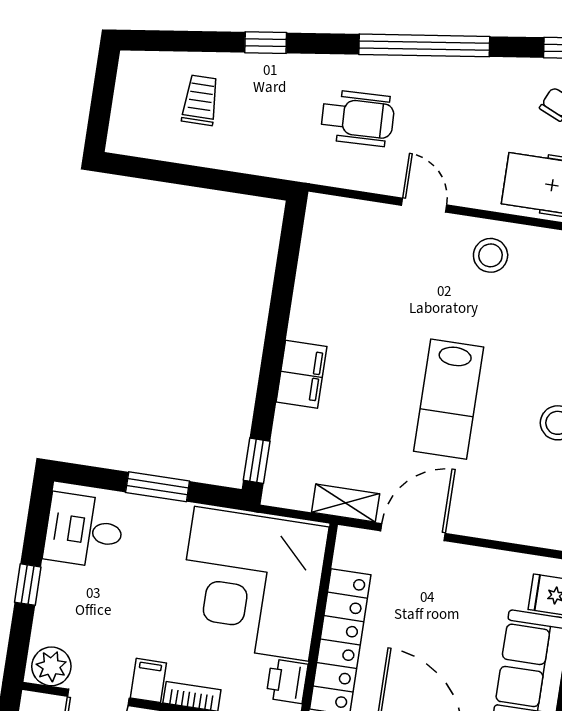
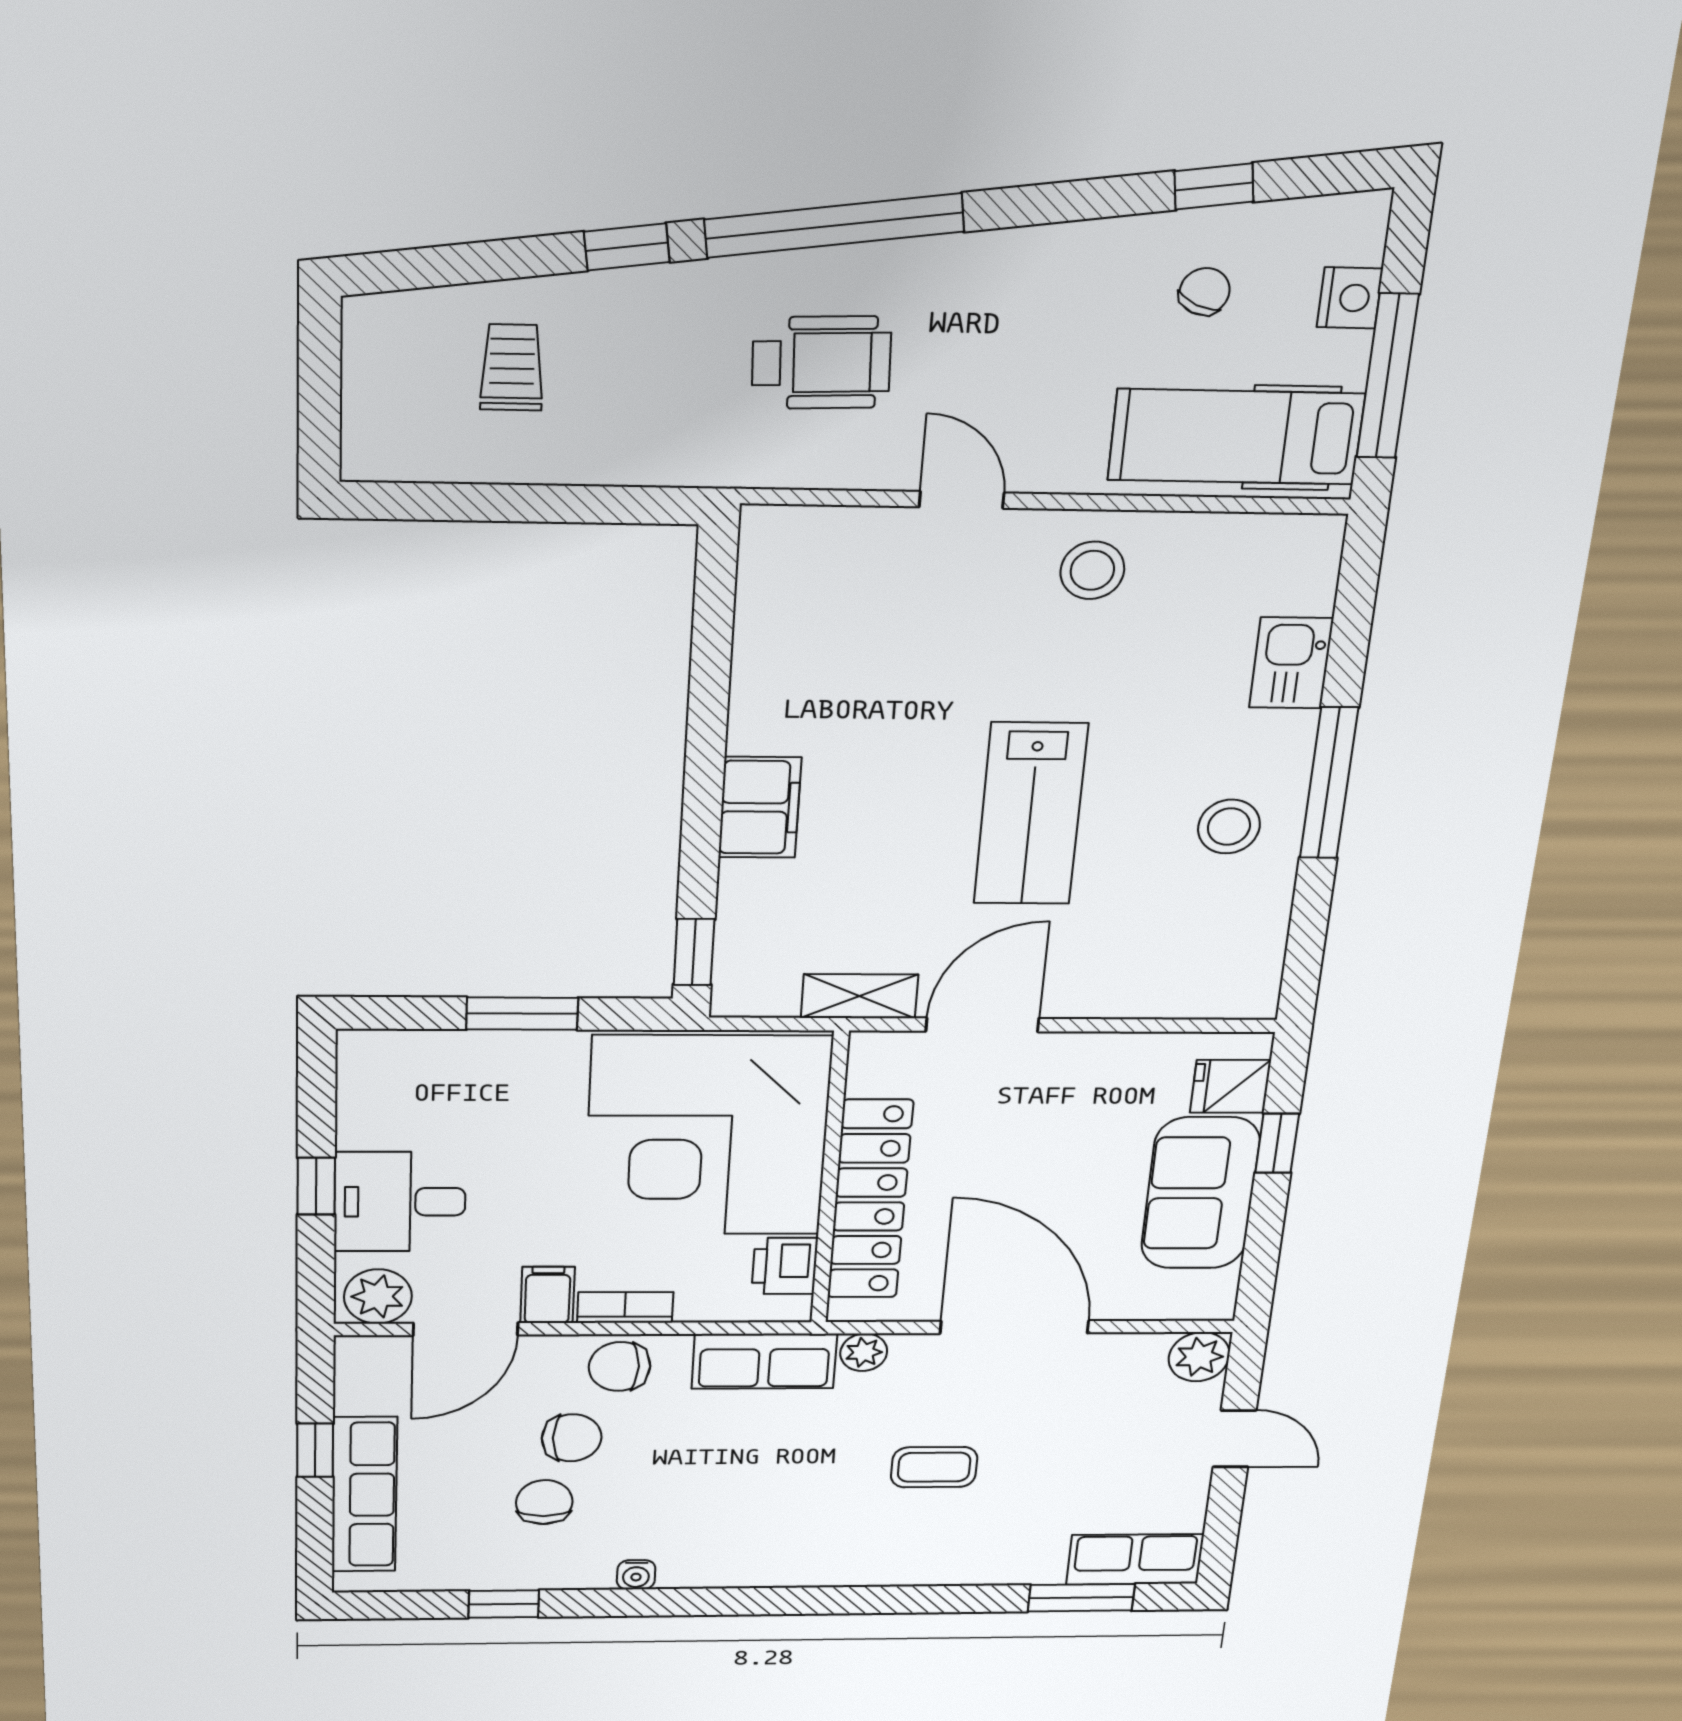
window: (424, 45) -> (834, 225), moved
desk: (84, 530) -> (400, 1202), moved

